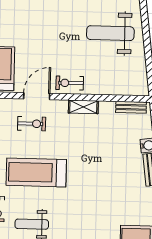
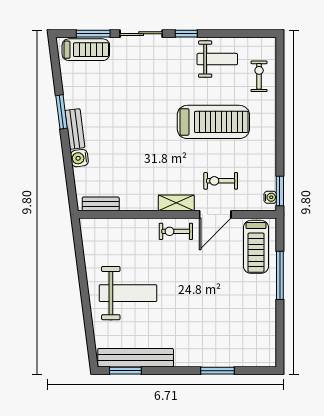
exercise bike: (70, 83) -> (176, 231), turned 180
shelving: (83, 107) -> (176, 203), moved

